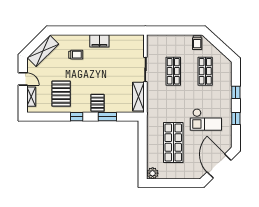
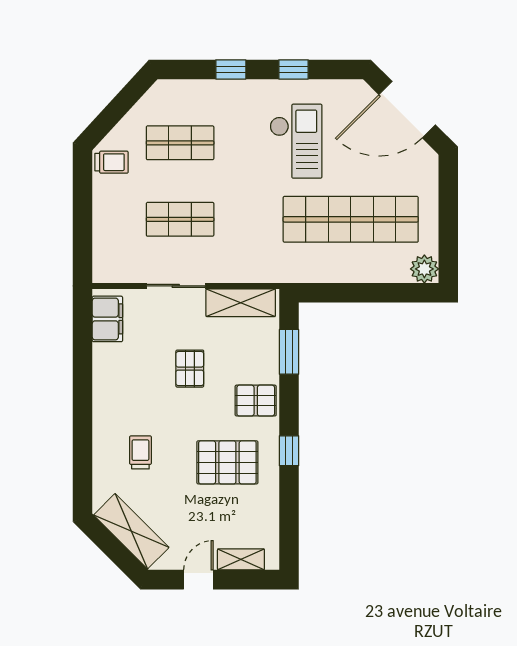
filing cabinet: (99, 41) -> (107, 319), moved
pallet: (111, 75) -> (190, 369), added
pallet: (61, 94) -> (227, 462), moved
window: (107, 117) -> (289, 352), moved
shop shelf: (173, 142) -> (351, 219), width x1.40

